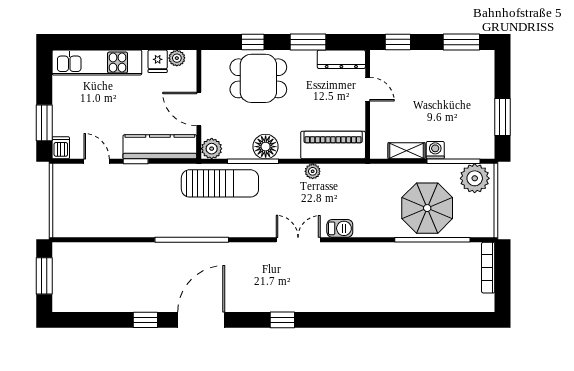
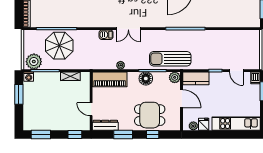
kitchen counter: (160, 147) -> (196, 78), width x0.67
washing machine: (435, 150) -> (29, 77), moved

